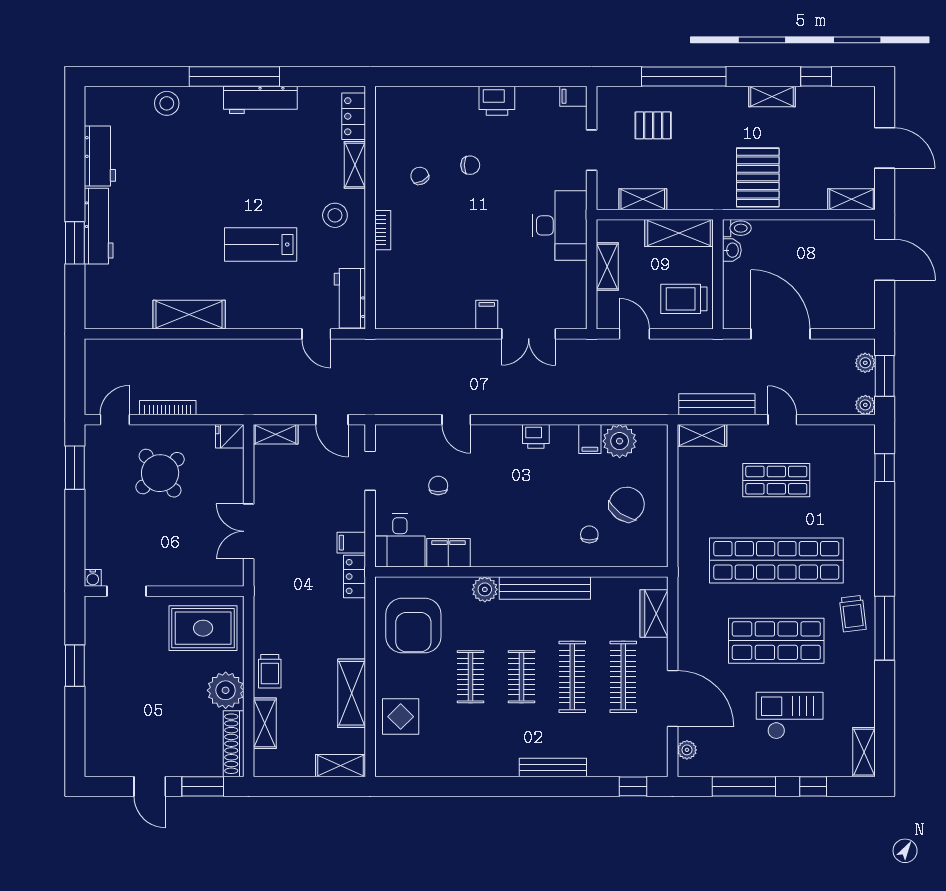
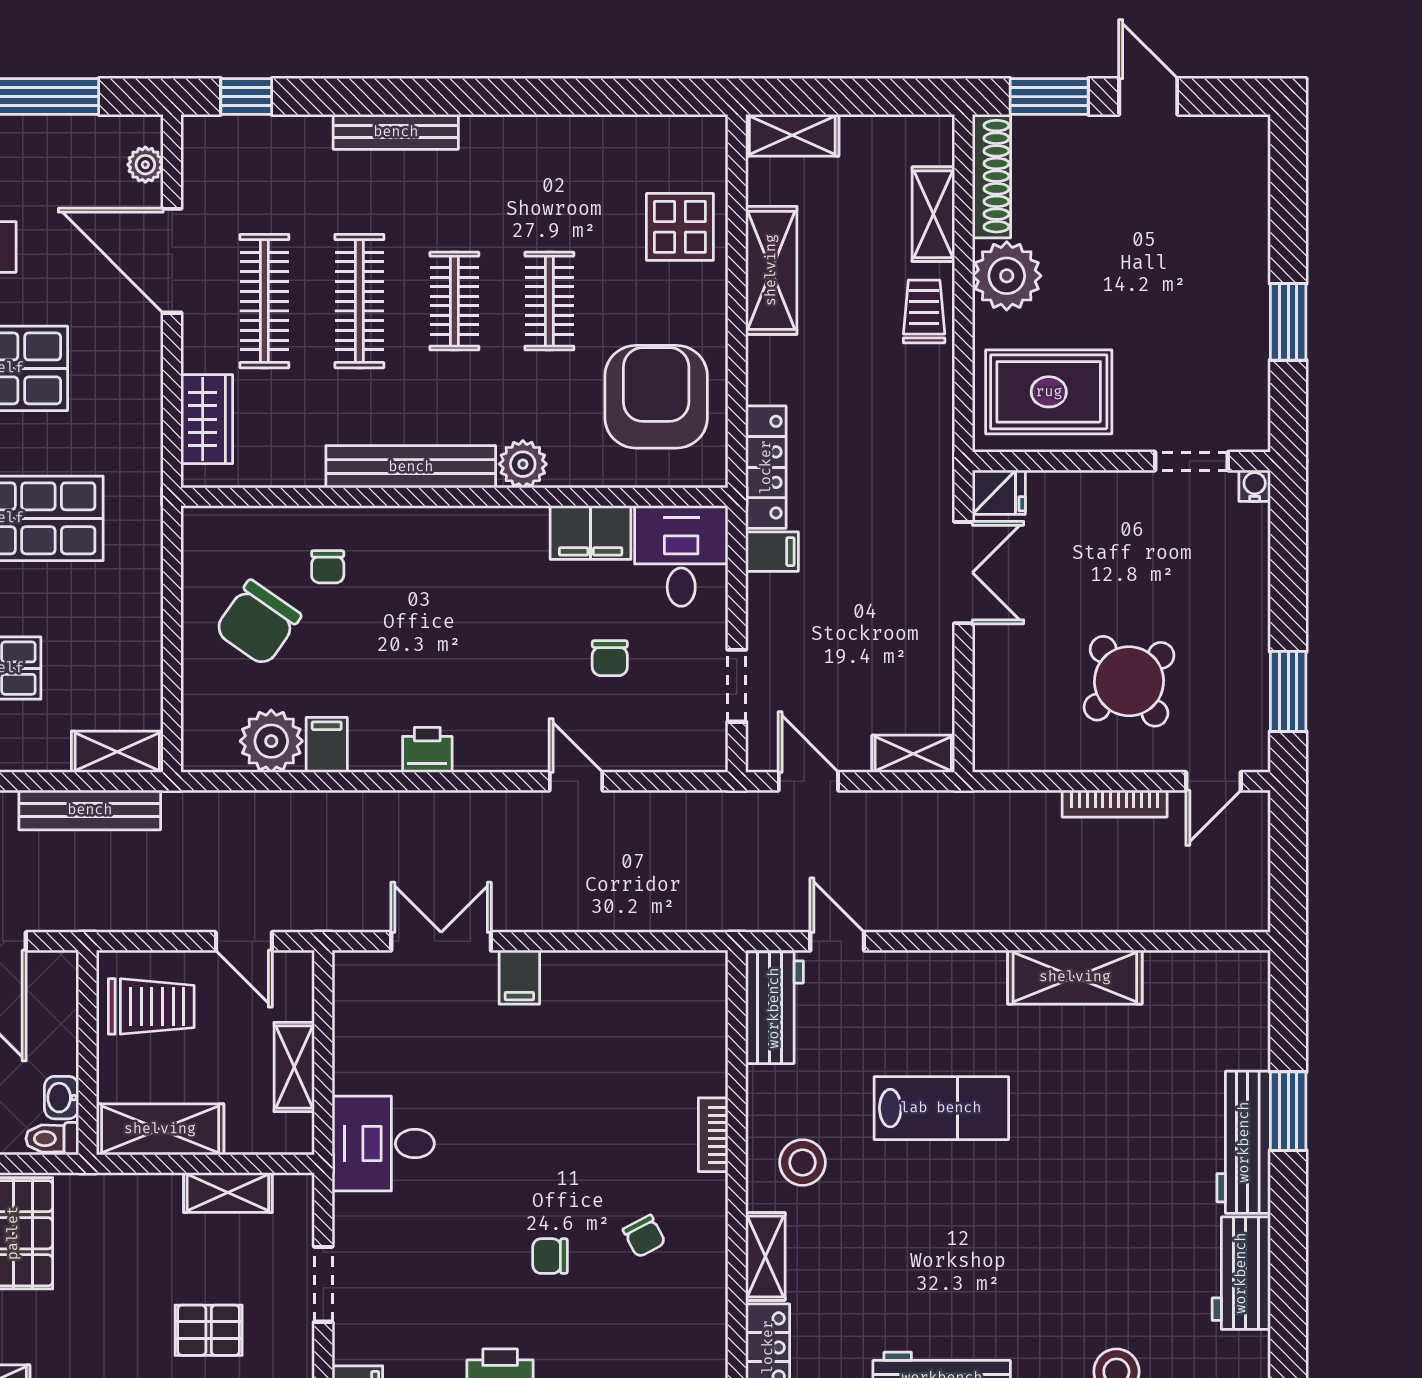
desk: (560, 225) -> (383, 1144), width x0.73
fridge: (230, 436) -> (999, 492), moved
locker: (355, 577) -> (766, 467), width x1.53

